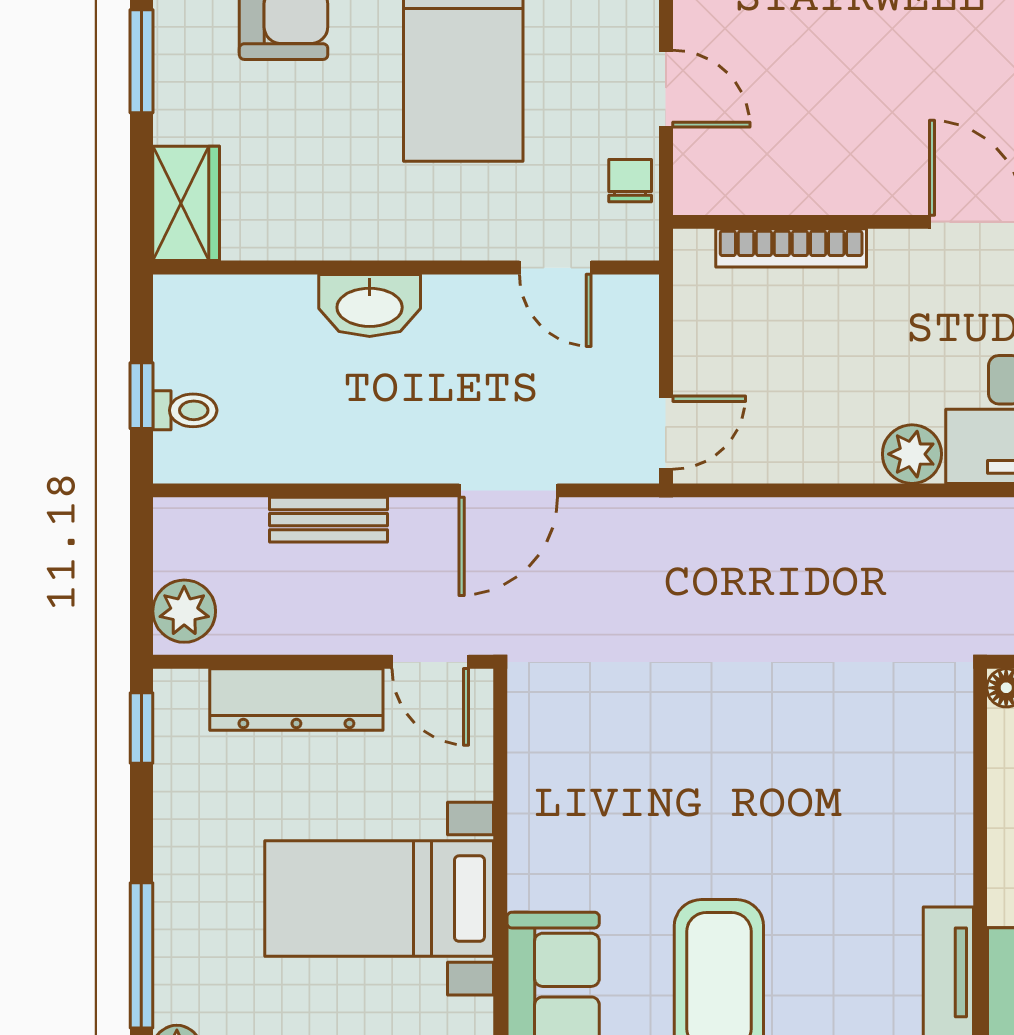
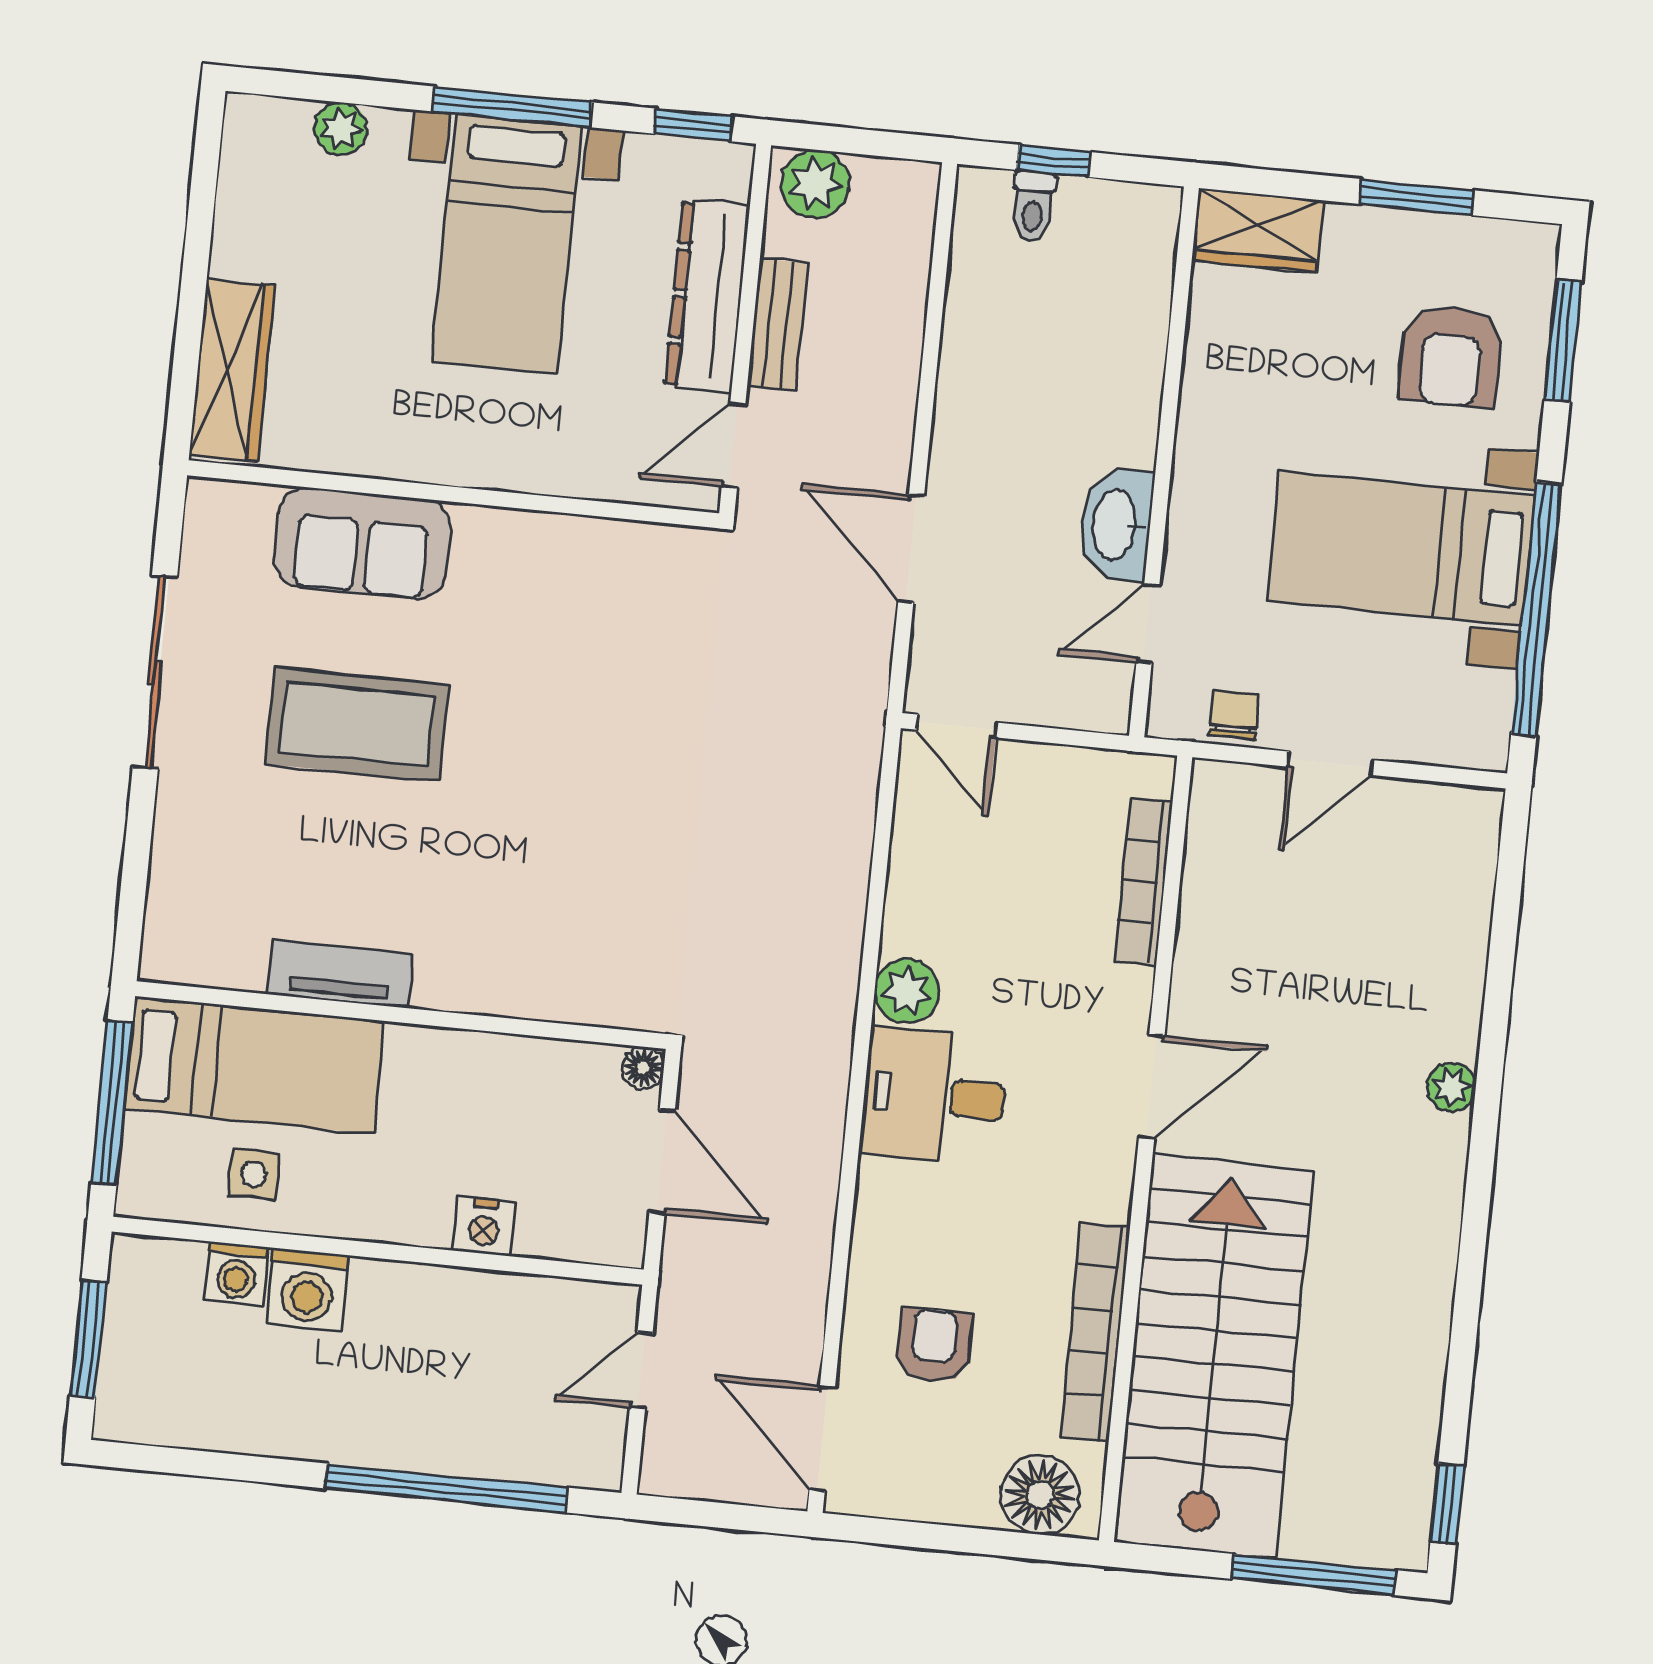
chair: (630, 181) -> (1234, 715), turned -90
washbasin: (370, 305) -> (1116, 525), moved
bench: (329, 520) -> (778, 325), moved
bed with nightstands: (379, 899) -> (507, 244), moved, turned 180
window: (141, 955) -> (512, 107), moved

